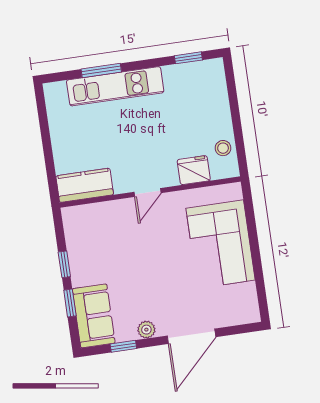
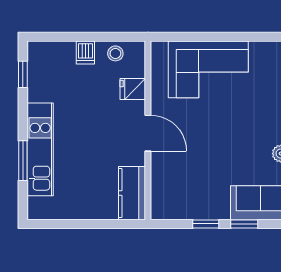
dishwasher: (220, 118) -> (85, 53), added
fridge: (194, 170) -> (133, 89), width x0.72
door: (147, 192) -> (148, 133), width x1.38

